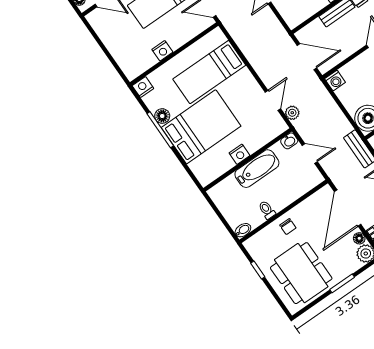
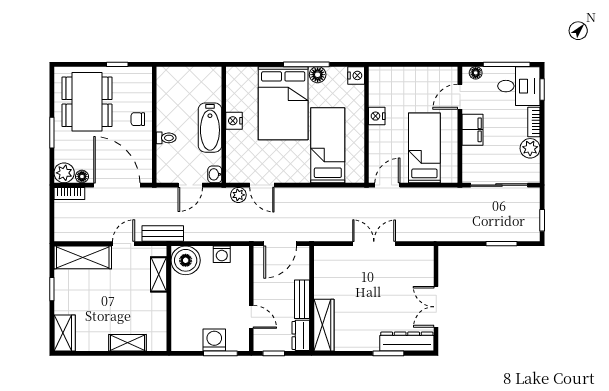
washing machine: (335, 81) -> (222, 254), moved, turned -90
toilet: (267, 210) -> (166, 138), moved
bidet: (243, 230) -> (163, 76), removed
dining table: (301, 273) -> (87, 102), turned 90

